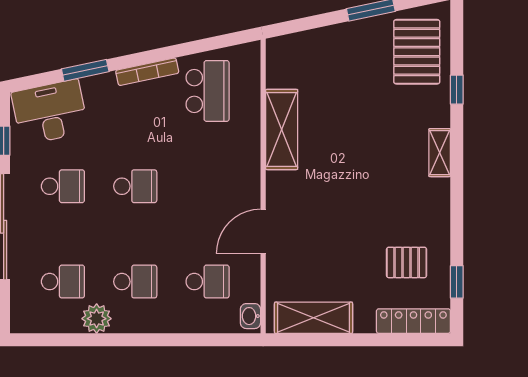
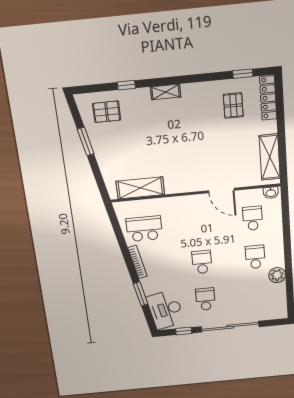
pallet: (417, 52) -> (107, 112), width x0.67, depth x0.71
shelving: (282, 129) -> (140, 188), moved
school desk: (63, 282) -> (258, 294), removed

